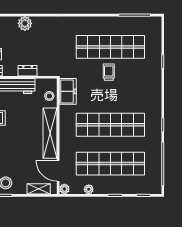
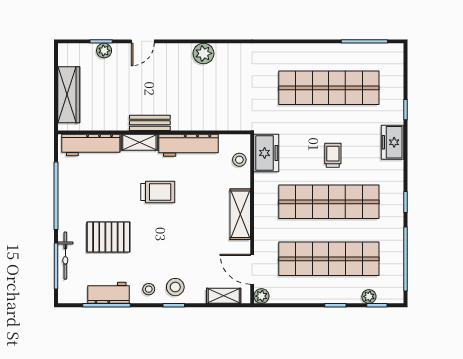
dresser: (28, 71) -> (207, 123), removed
trolley: (109, 72) -> (333, 155), moved
freezer: (154, 84) -> (393, 142), added
shelving: (50, 133) -> (240, 214), width x0.68
plant: (89, 189) -> (369, 296), moved

